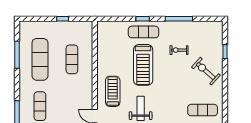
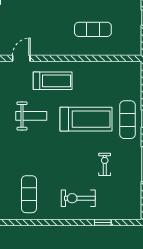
treadmill: (143, 65) -> (86, 119), turned 180
exercise bike: (206, 71) -> (78, 198), turned -132

